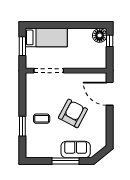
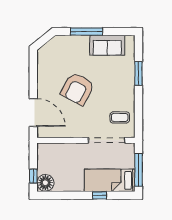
window: (55, 25) -> (100, 195), added
window: (22, 46) -> (138, 170), width x1.44
coffee table: (42, 119) -> (120, 117), moved
sofa: (76, 150) -> (107, 45), moved

